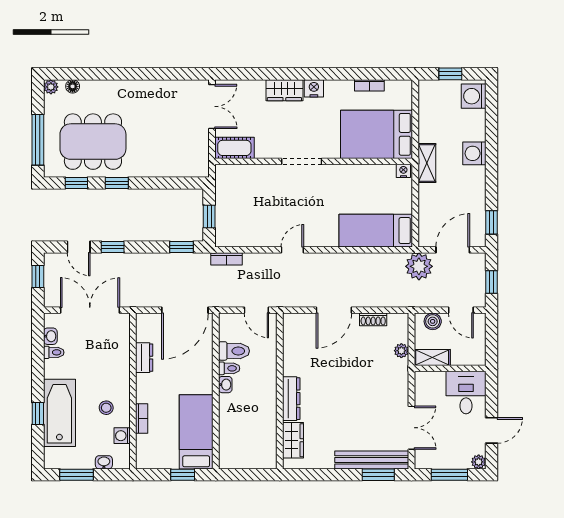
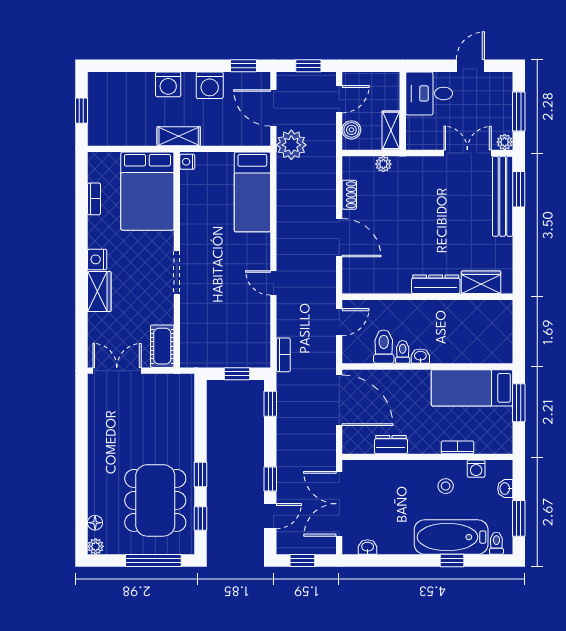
washing machine: (474, 96) -> (210, 85), moved
toilet: (54, 352) -> (496, 543), moved
door: (491, 430) -> (470, 66), hinge flipped
plant: (479, 462) -> (505, 142), moved
window: (183, 475) -> (519, 403), width x1.50

